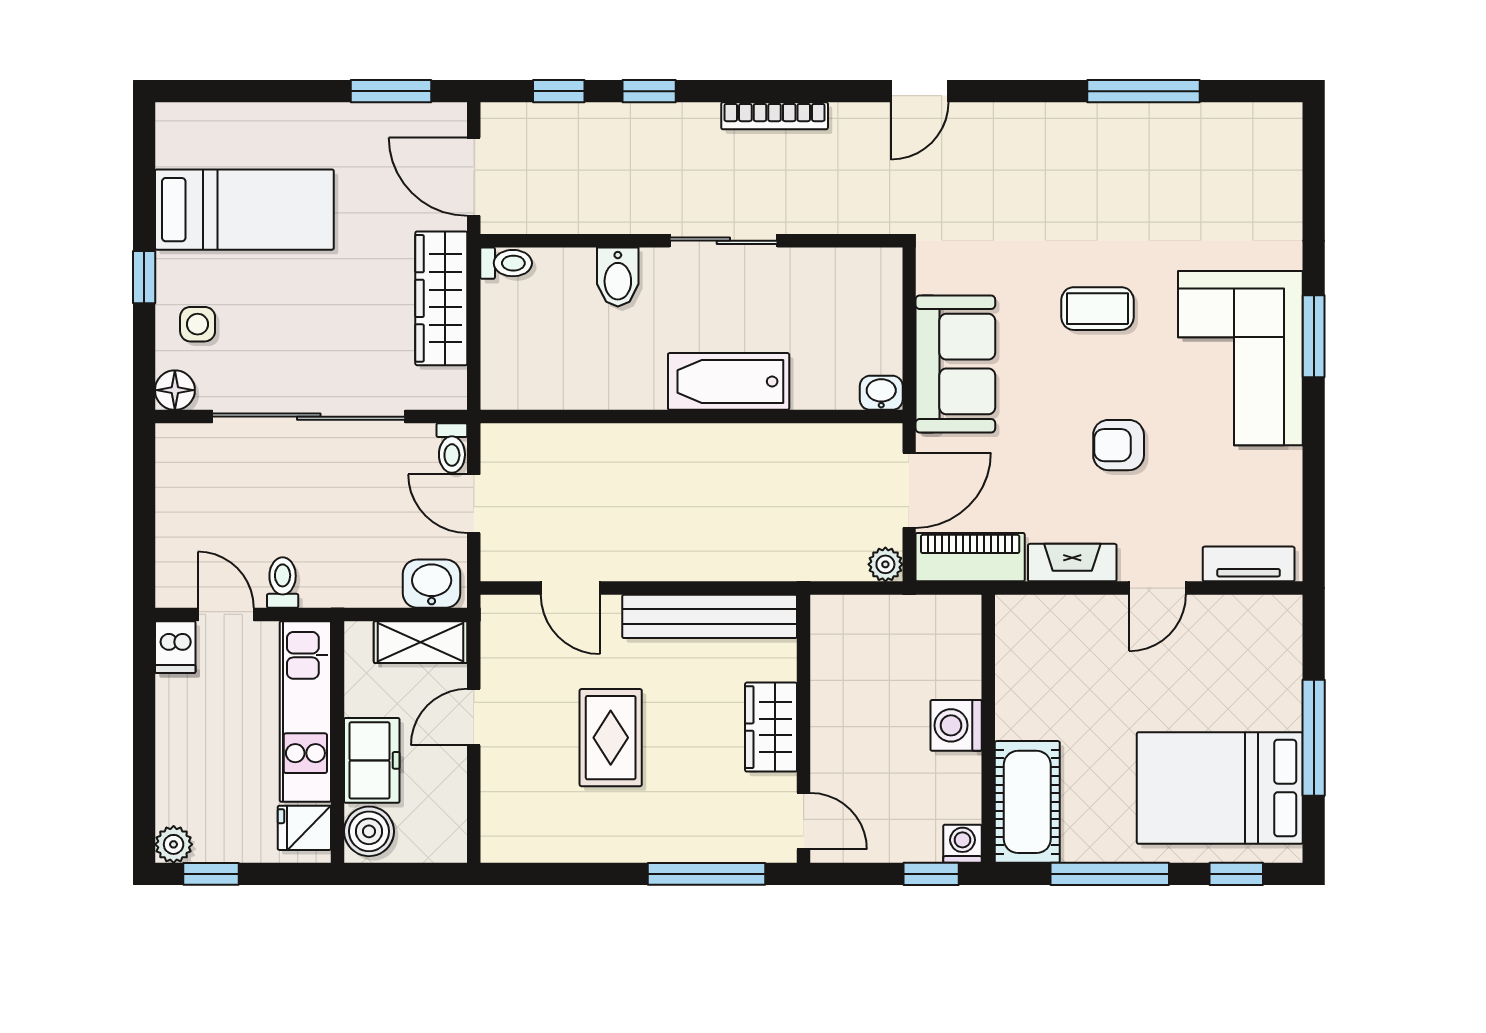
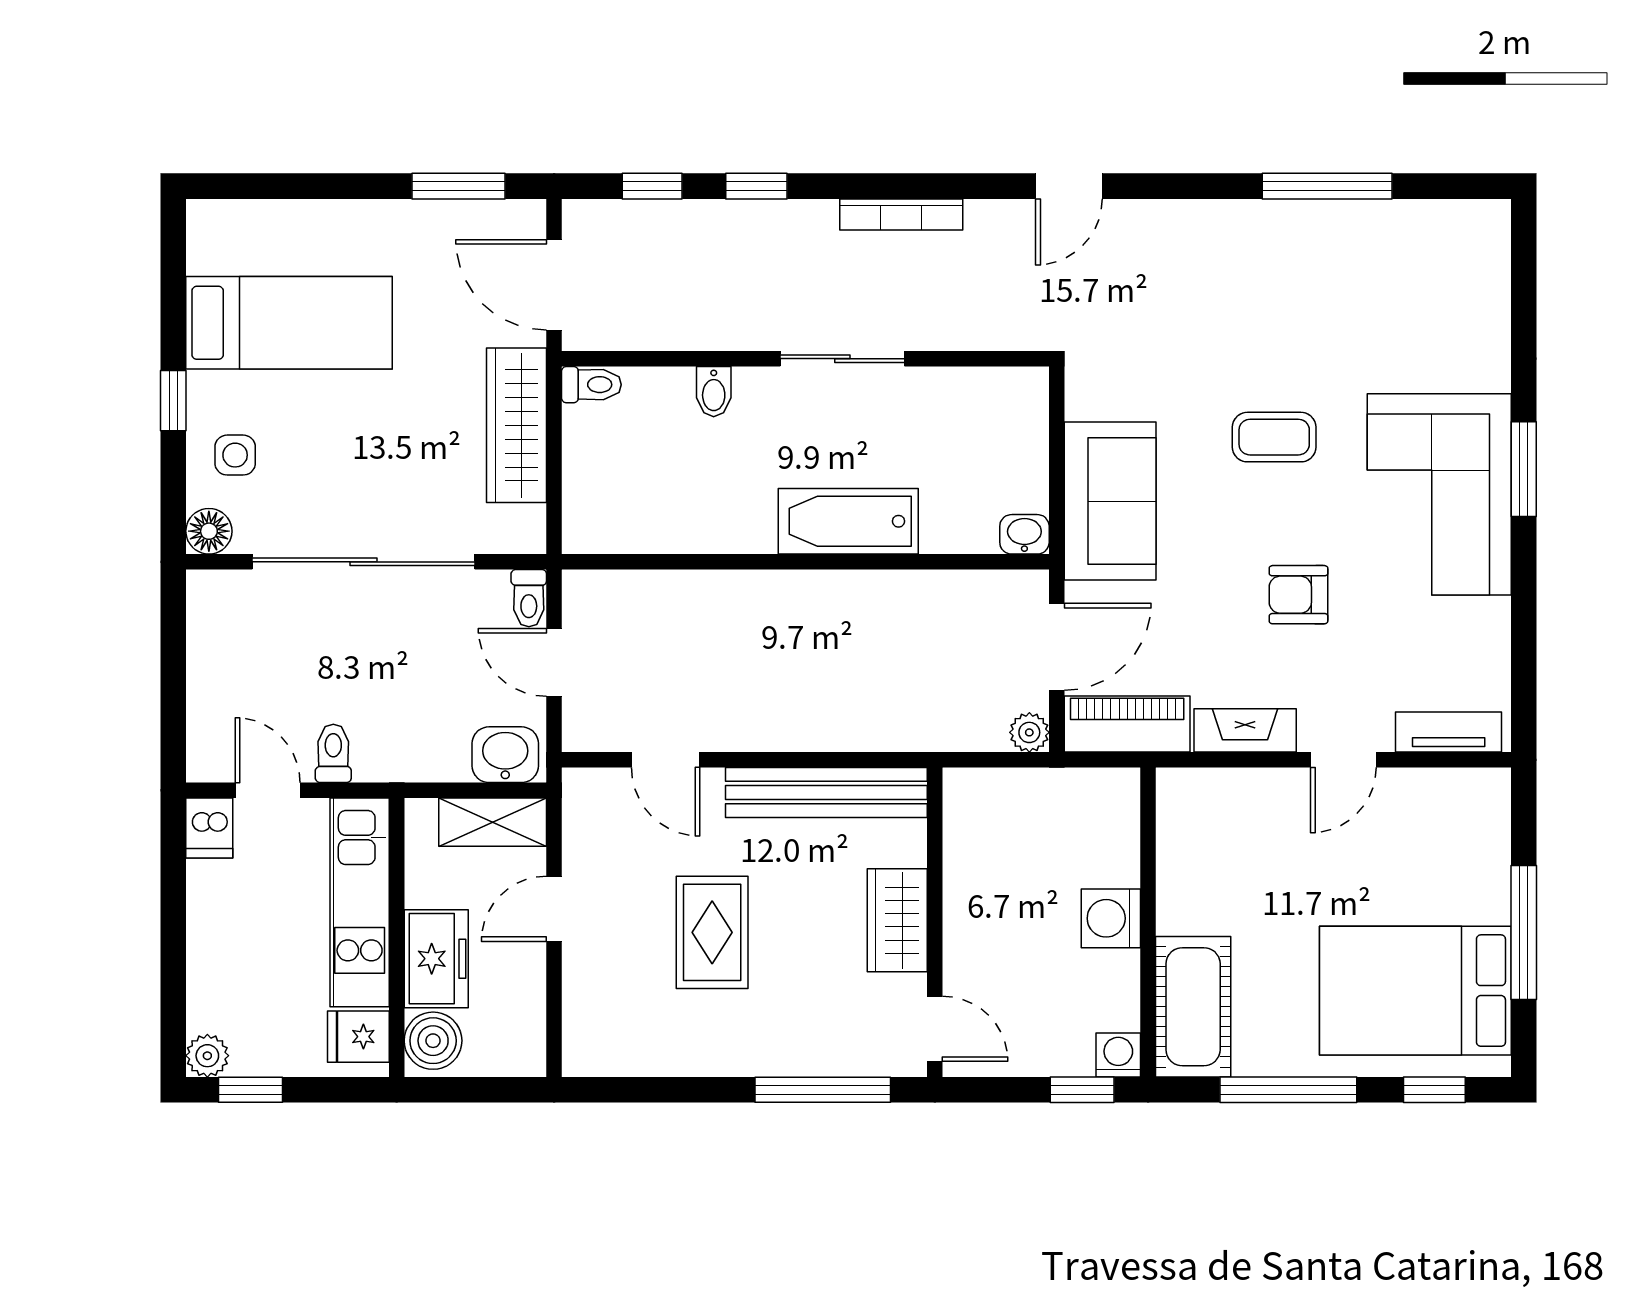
bidet: (618, 277) -> (714, 392), width x0.72, depth x0.74

